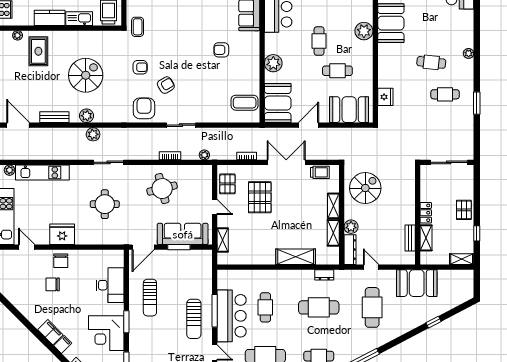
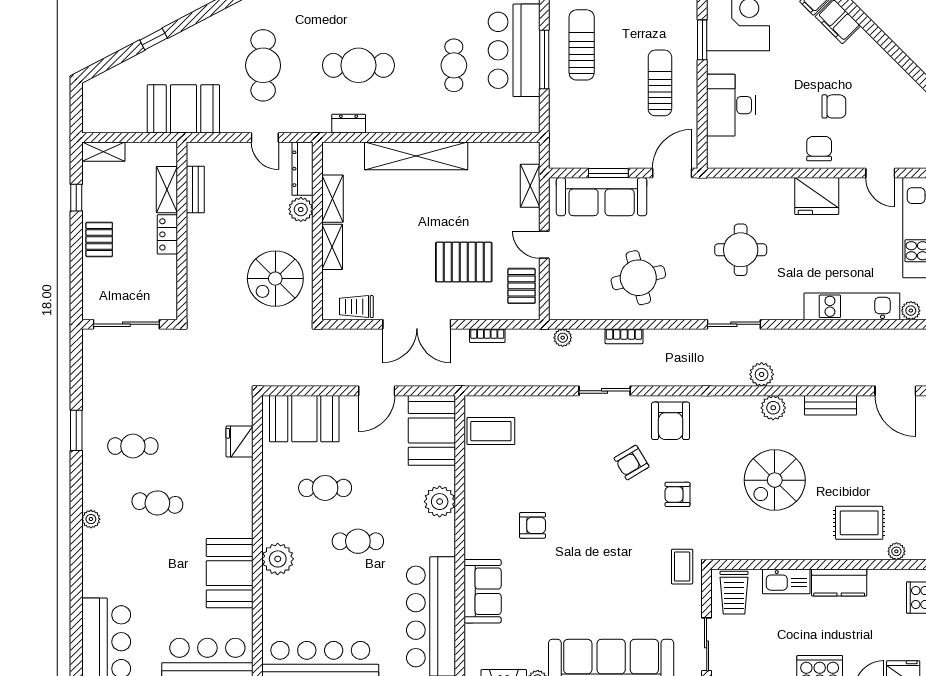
cafe table: (319, 41) -> (358, 541), turned 90
rug: (38, 51) -> (859, 523), turned 90
pallet: (260, 197) -> (464, 262), turned 90
shelving: (296, 257) -> (416, 156), width x1.47

